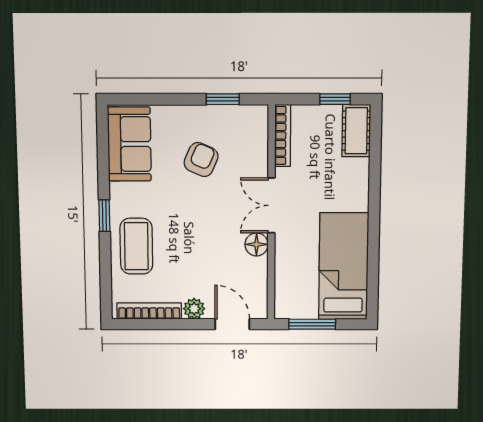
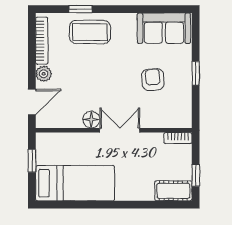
window: (223, 99) -> (196, 73), moved
bookcase: (283, 136) -> (178, 138), width x0.64
armchair: (201, 160) -> (153, 80), turned -118
window: (104, 216) -> (80, 9), moved
window: (312, 324) -> (32, 161), width x0.67

